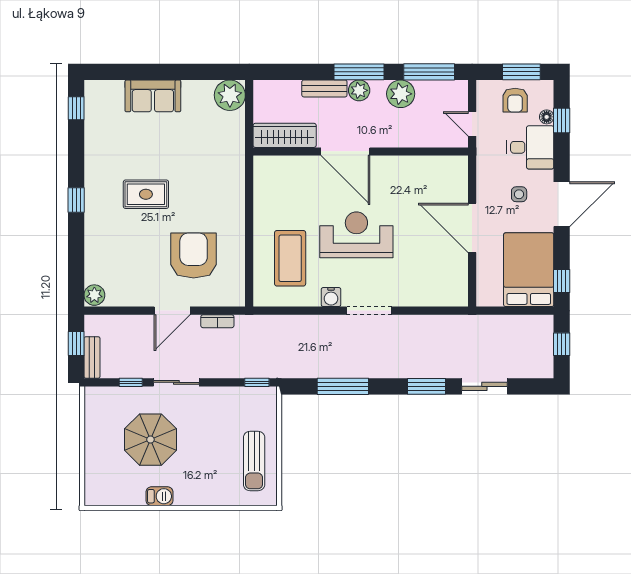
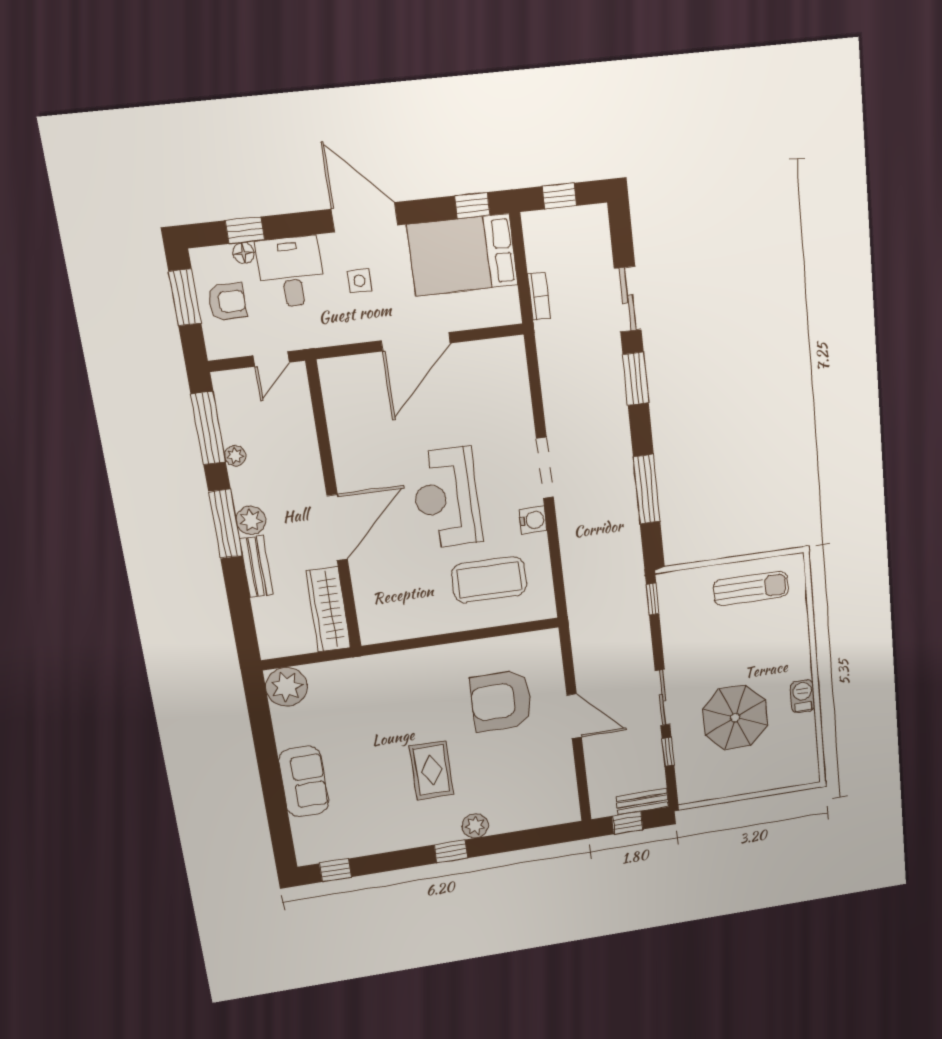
plant: (401, 94) -> (235, 456), width x0.53, depth x0.53
plant: (94, 295) -> (475, 826), moved
bookcase: (217, 321) -> (539, 296), moved

